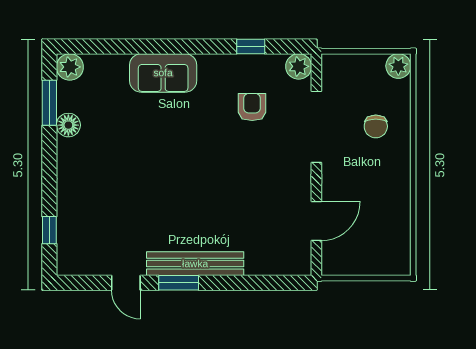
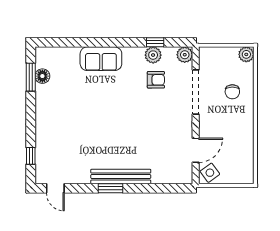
plant: (70, 67) -> (153, 55), moved
armchair: (252, 107) -> (156, 80), turned 90
floor lamp: (68, 125) -> (42, 76), moved
side table: (339, 257) -> (210, 173), added
door: (126, 283) -> (55, 188), moved

